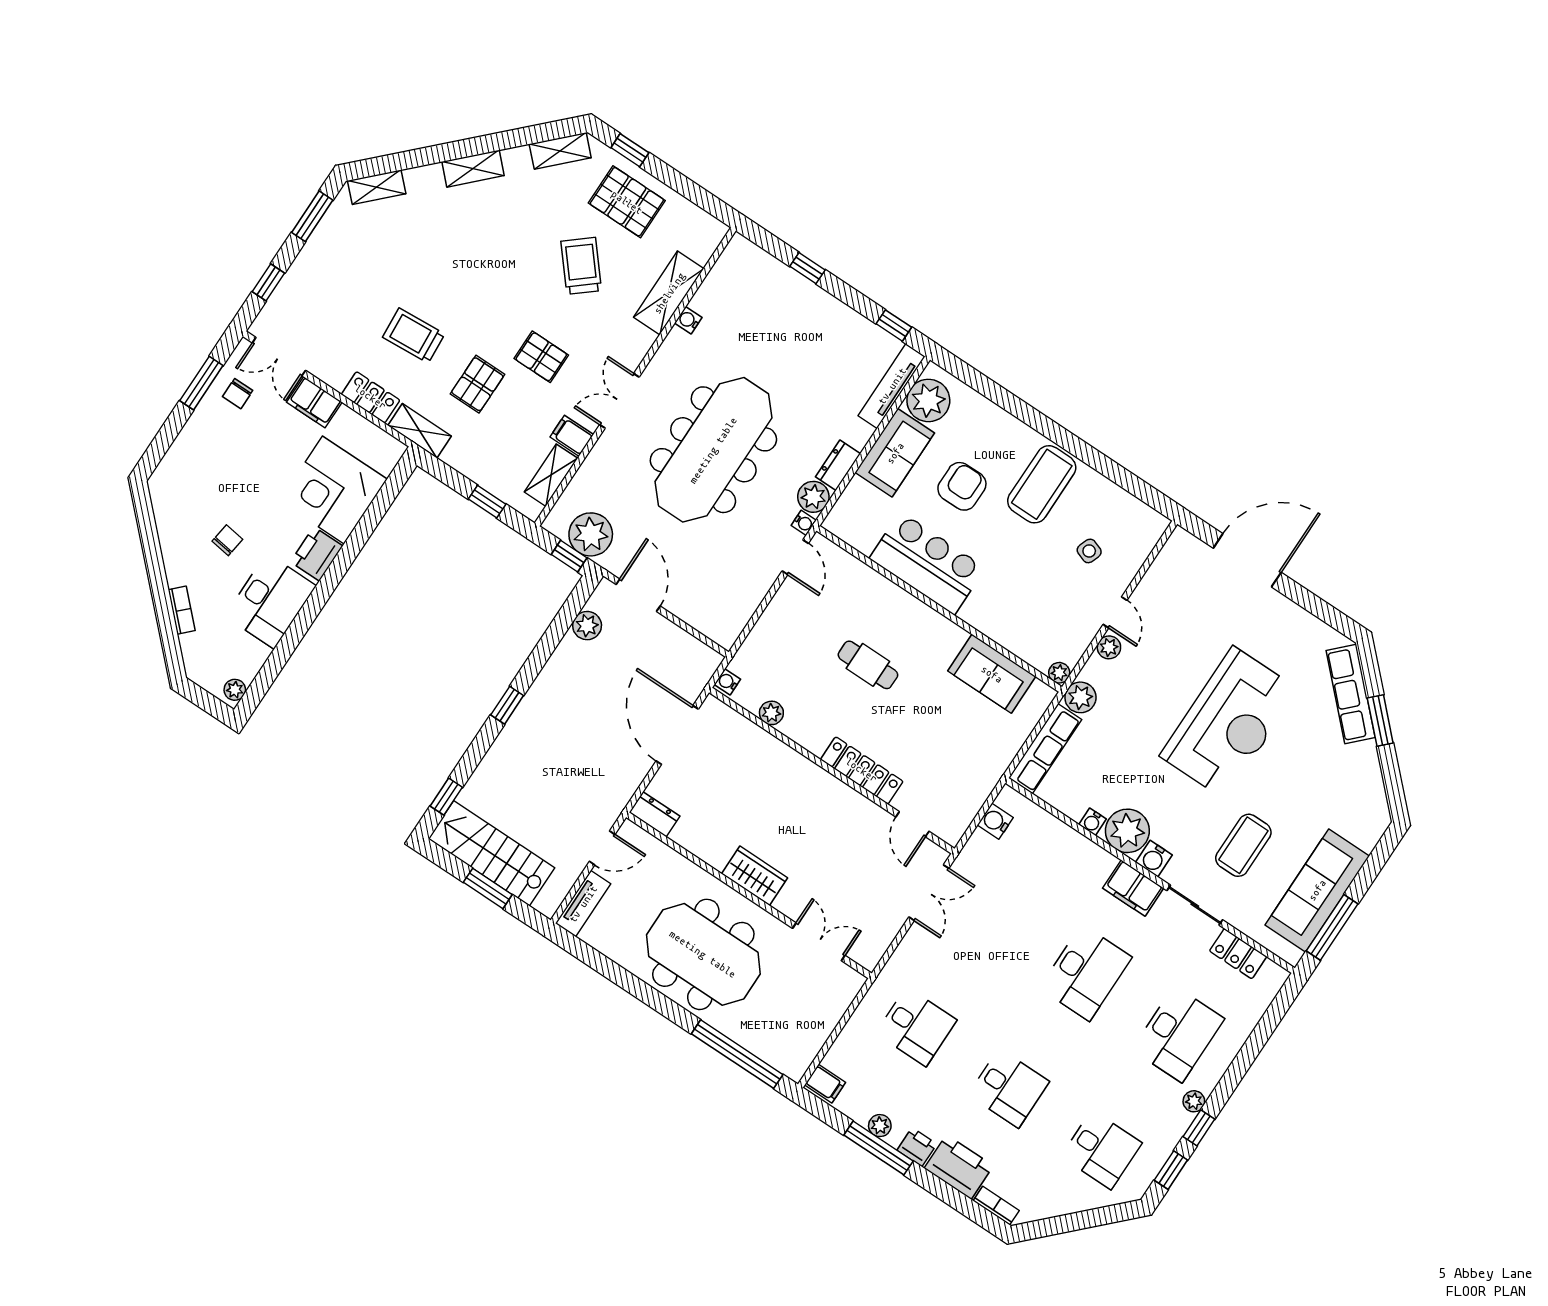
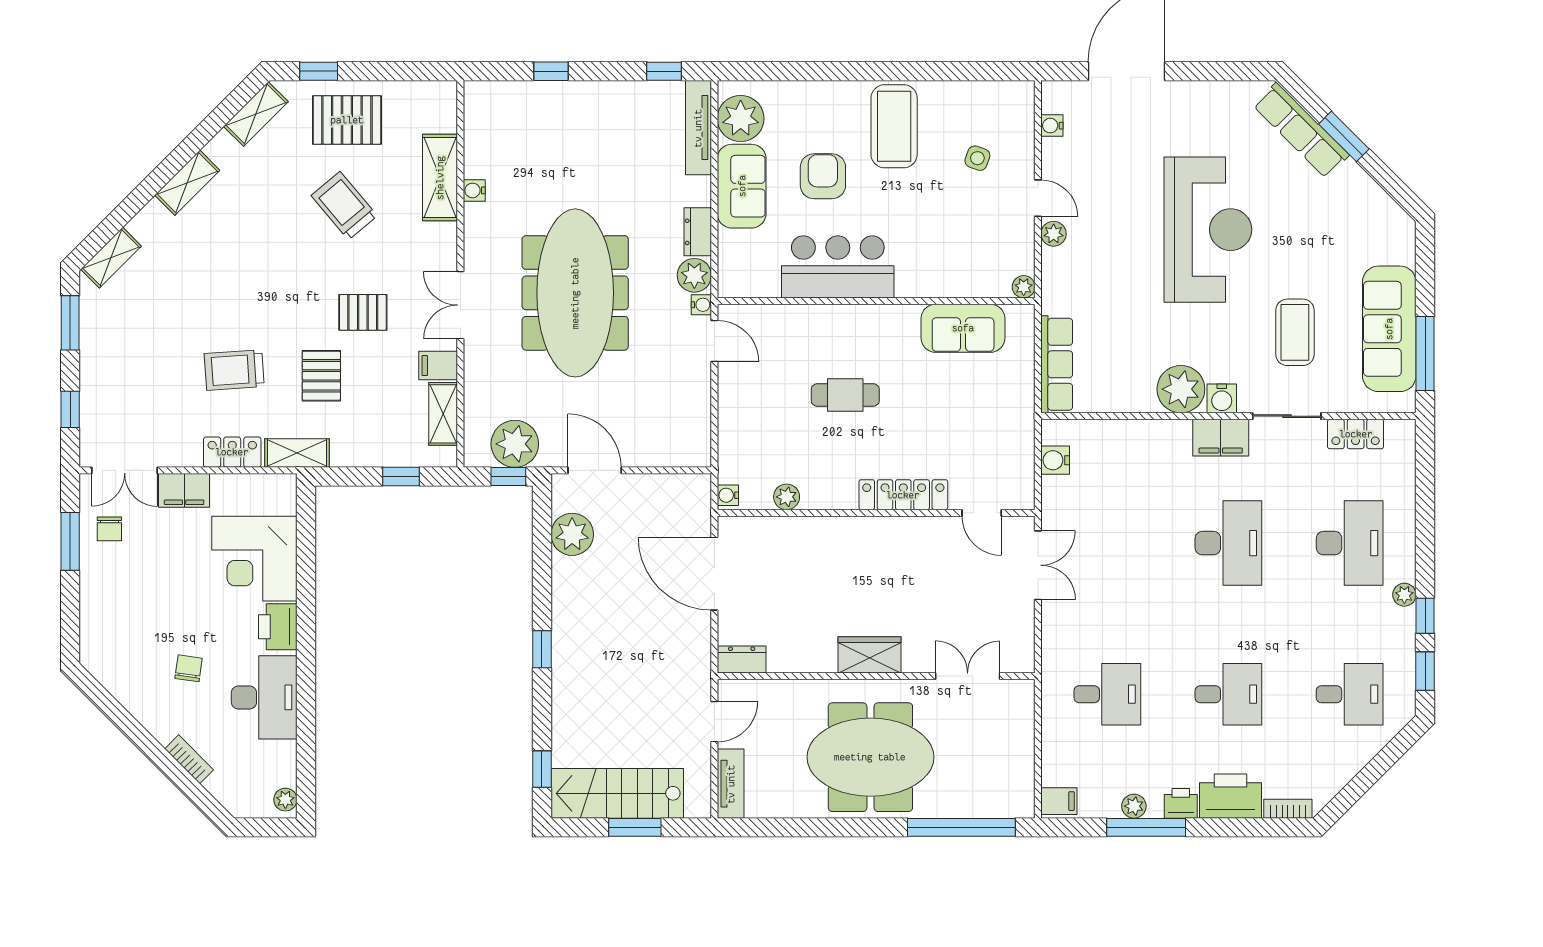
plant: (587, 626) -> (572, 534), width x1.36, depth x1.36
plant: (1080, 697) -> (1058, 296), removed
water cooler: (1092, 822) -> (1052, 126), moved, turned 90

